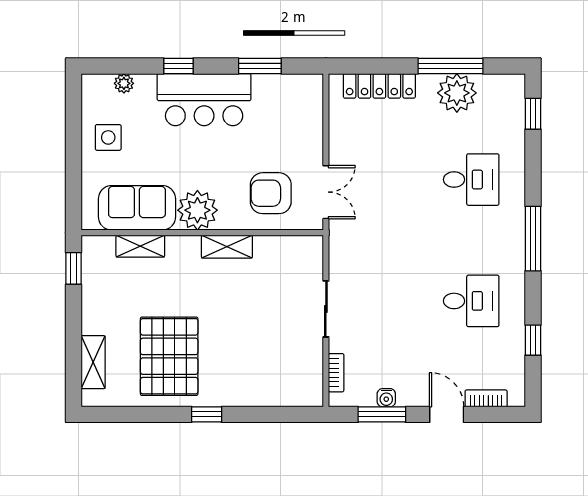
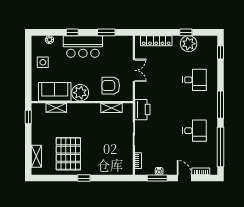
window: (450, 66) -> (186, 32), width x0.46
double door: (326, 192) -> (134, 70), moved
shelving: (227, 247) -> (111, 108), moved
printer: (346, 251) -> (142, 110), added
window: (533, 340) -> (220, 147), width x3.17

